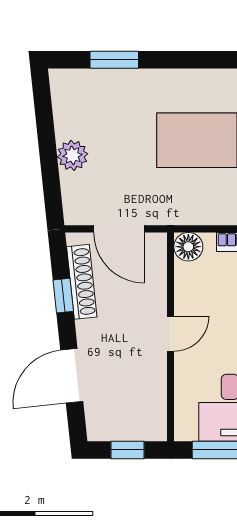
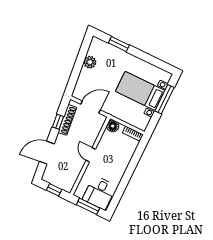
plant: (72, 155) -> (90, 62), moved
door: (119, 229) -> (90, 107), swing flipped
door: (171, 334) -> (91, 155), swing flipped

